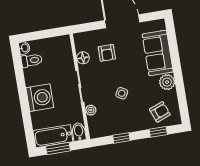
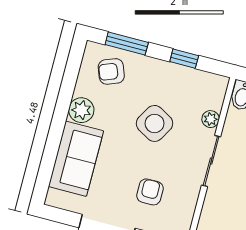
floor lamp: (83, 58) -> (188, 200), removed
side table: (122, 93) -> (155, 123), width x1.87, depth x1.87
window: (158, 132) -> (127, 43), width x1.50

